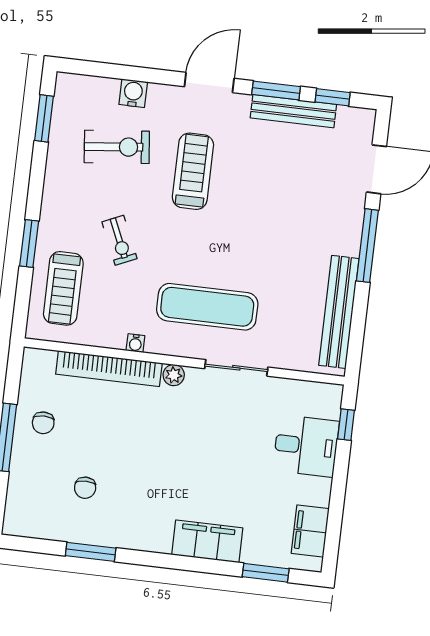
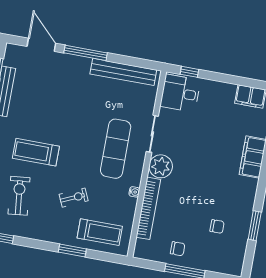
plant: (174, 375) -> (161, 166), width x1.87, depth x1.87
desk: (306, 446) -> (180, 93), moved, turned -90

